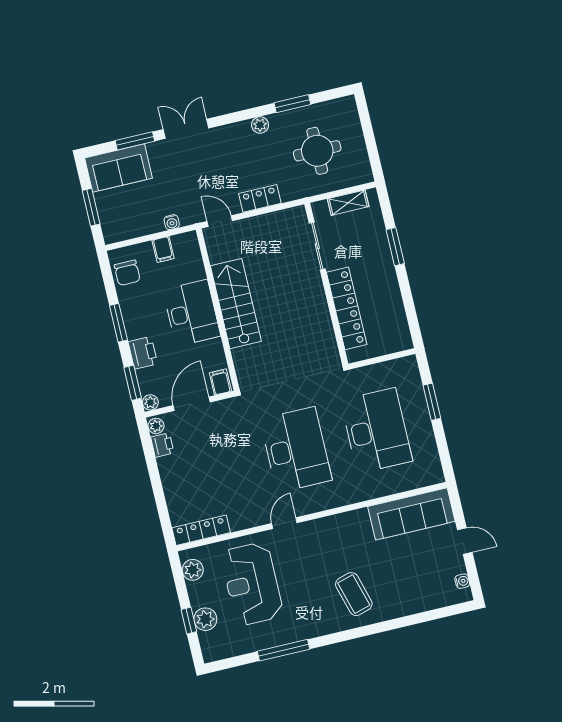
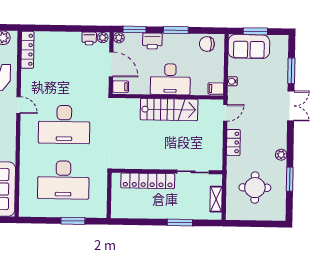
sofa: (119, 168) -> (249, 46), moved, turned -90
filing cabinet: (163, 249) -> (216, 89), moved

